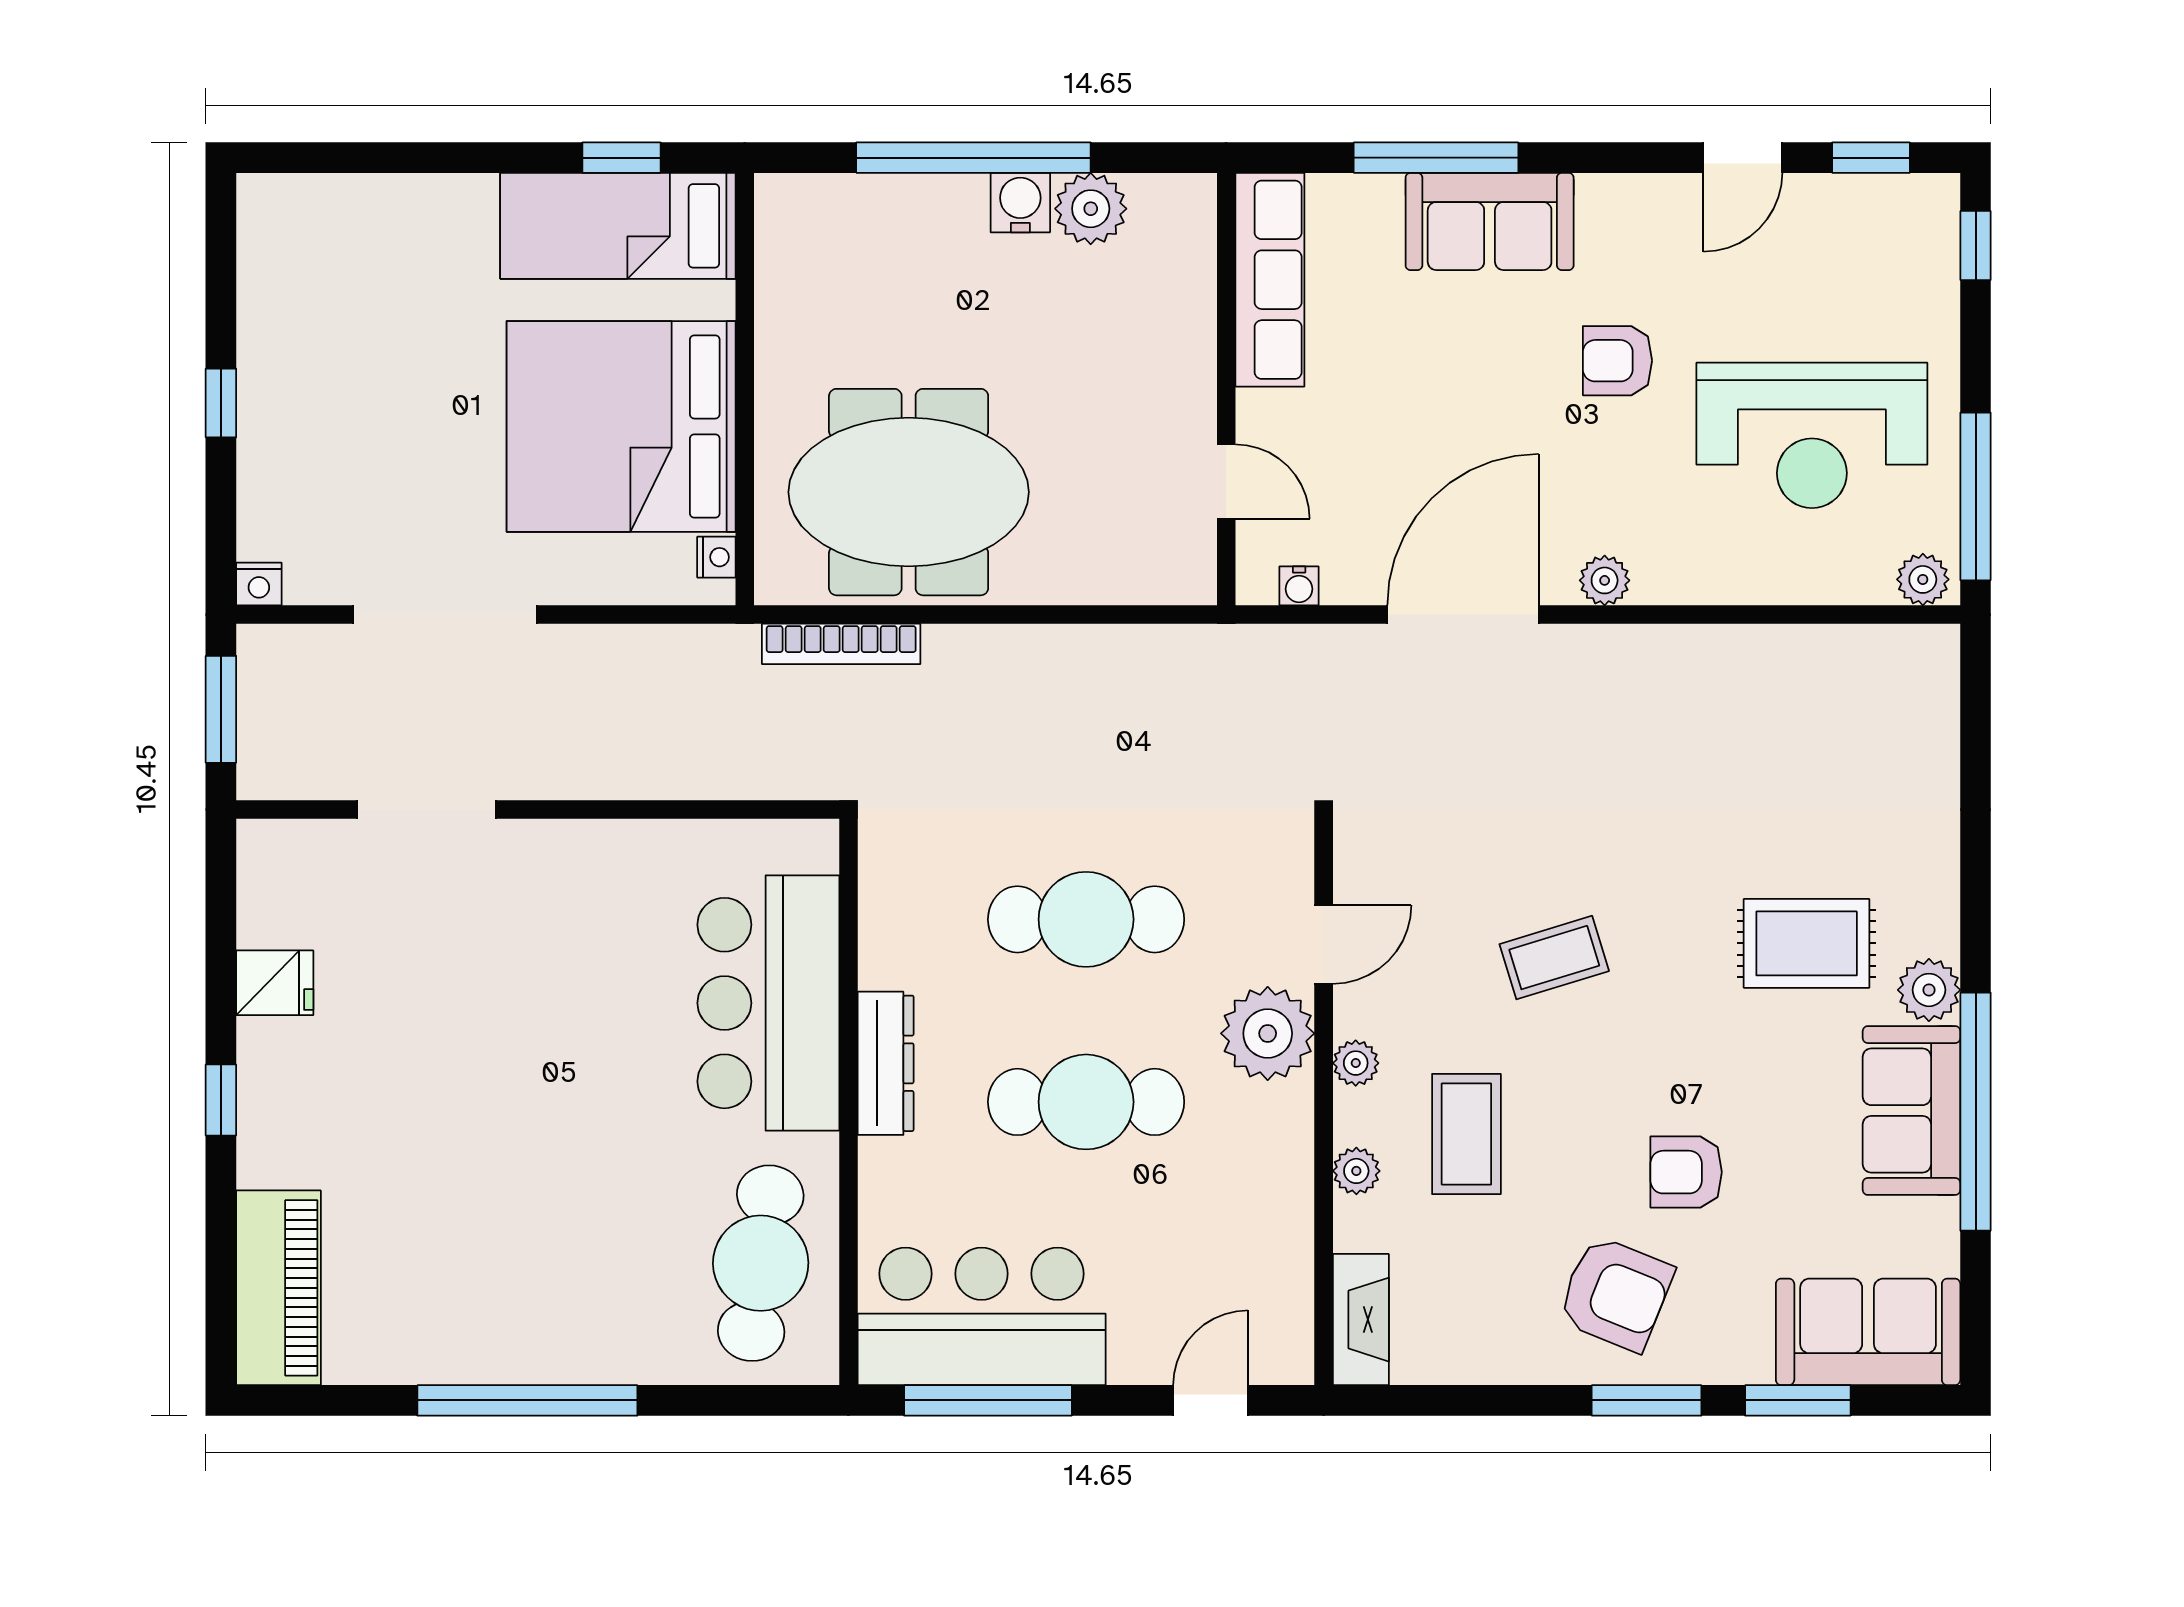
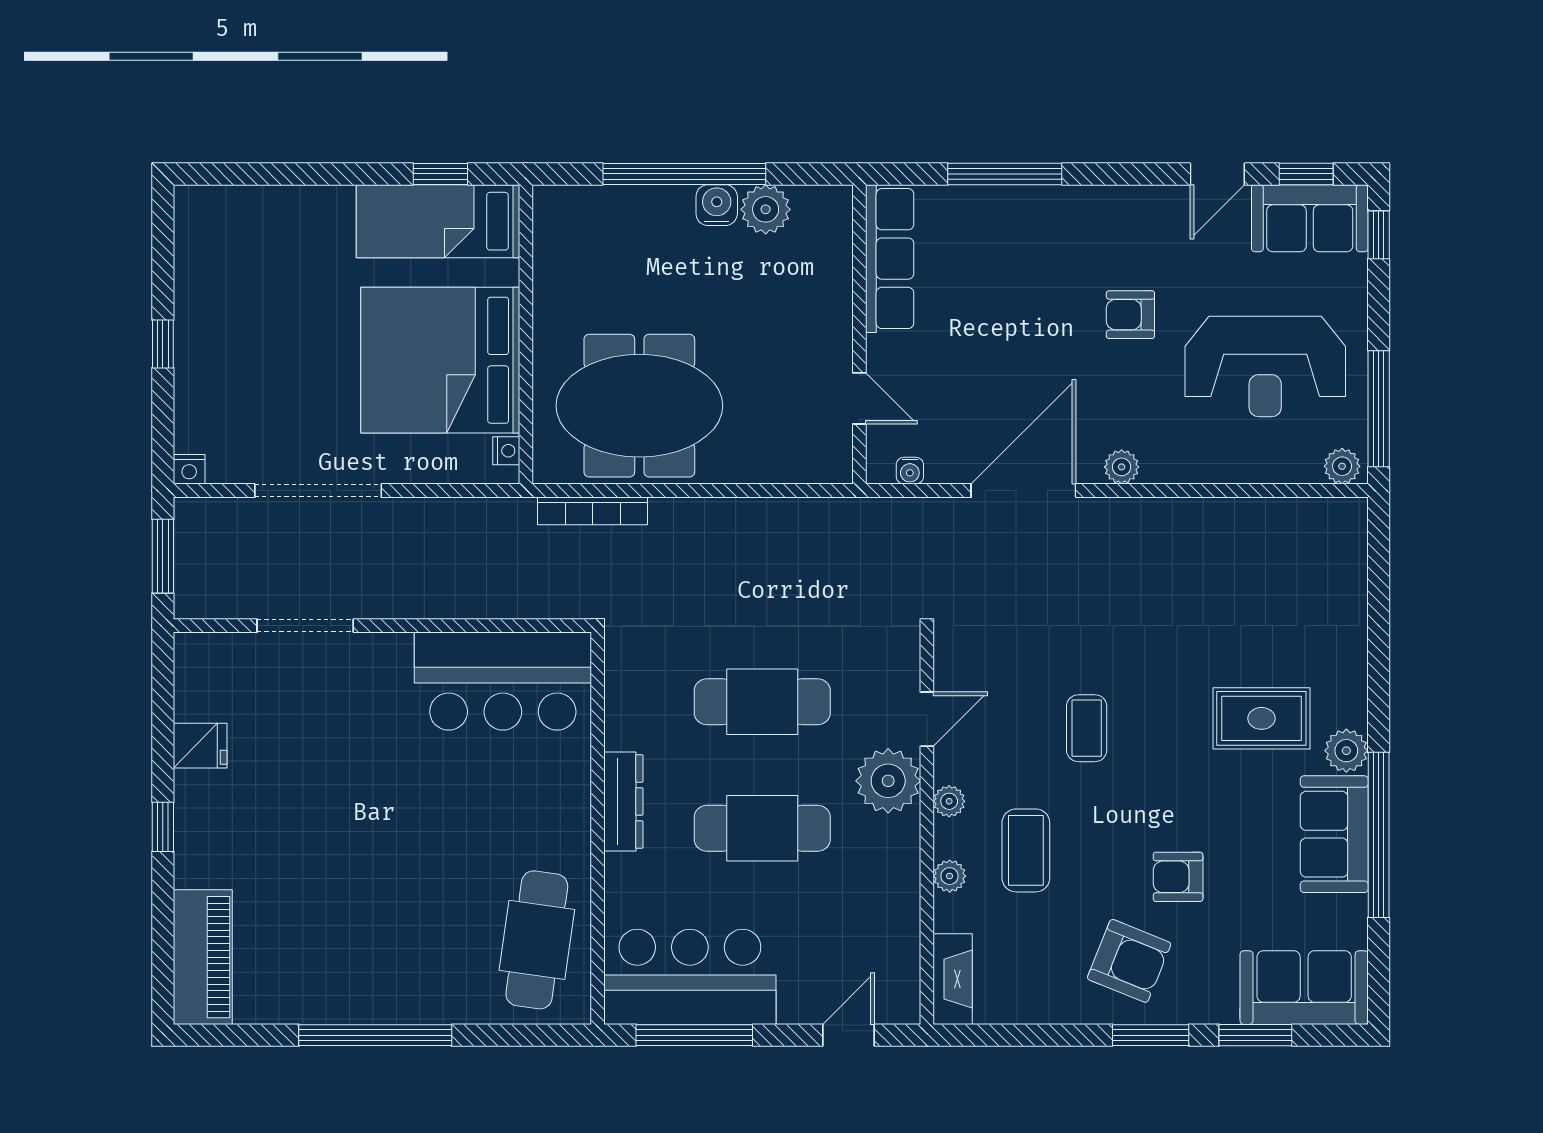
sofa: (1490, 221) -> (1310, 218), moved
coffee table: (1554, 958) -> (1087, 728), turned -73
bar counter: (768, 1003) -> (503, 681), moved, turned -90

